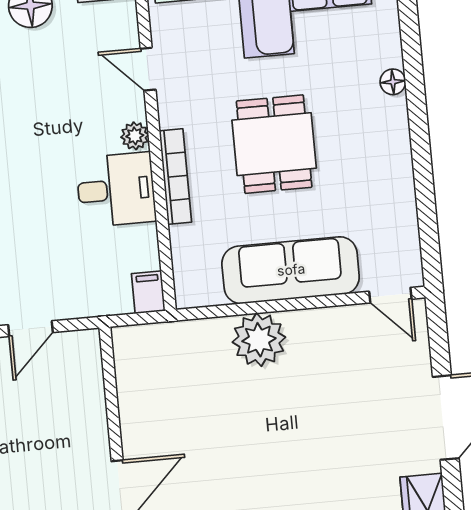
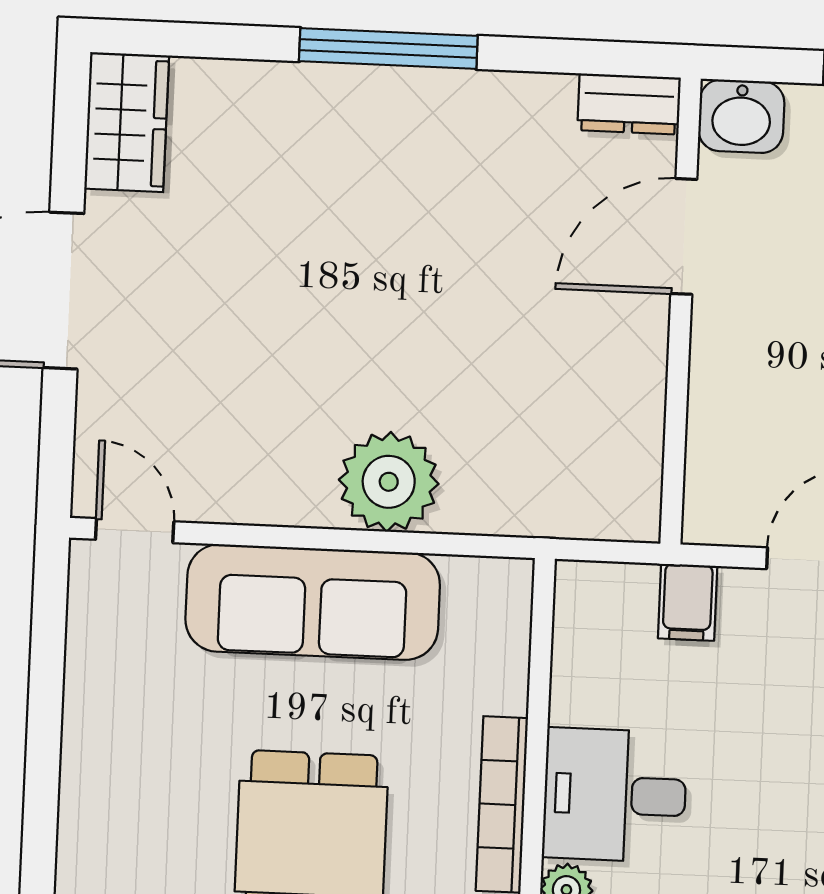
filing cabinet: (148, 292) -> (688, 602), moved

